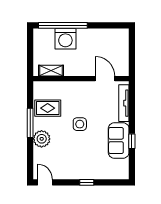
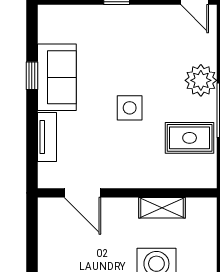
shelving: (51, 71) -> (162, 208), moved
tv unit: (124, 103) -> (47, 137), width x0.71

